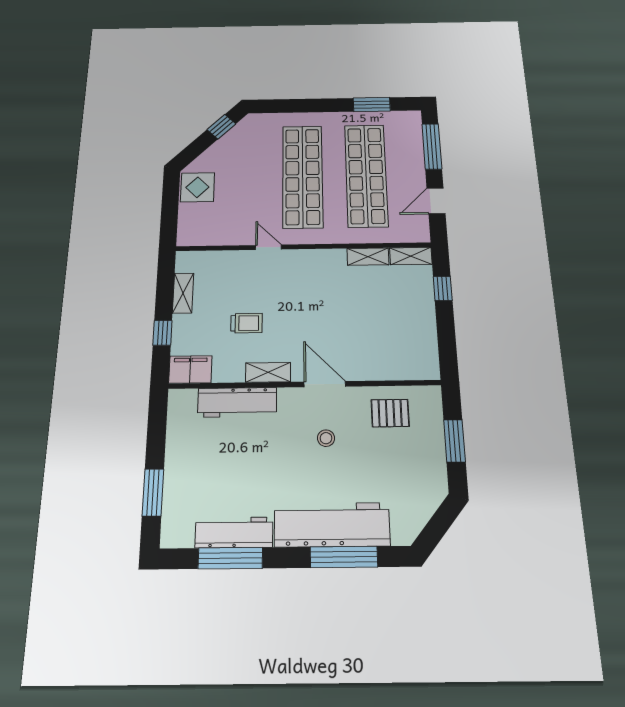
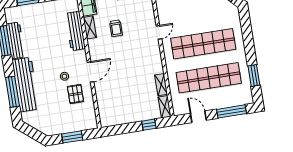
shelving: (268, 372) -> (90, 27), moved
pallet: (390, 413) -> (75, 94), moved

